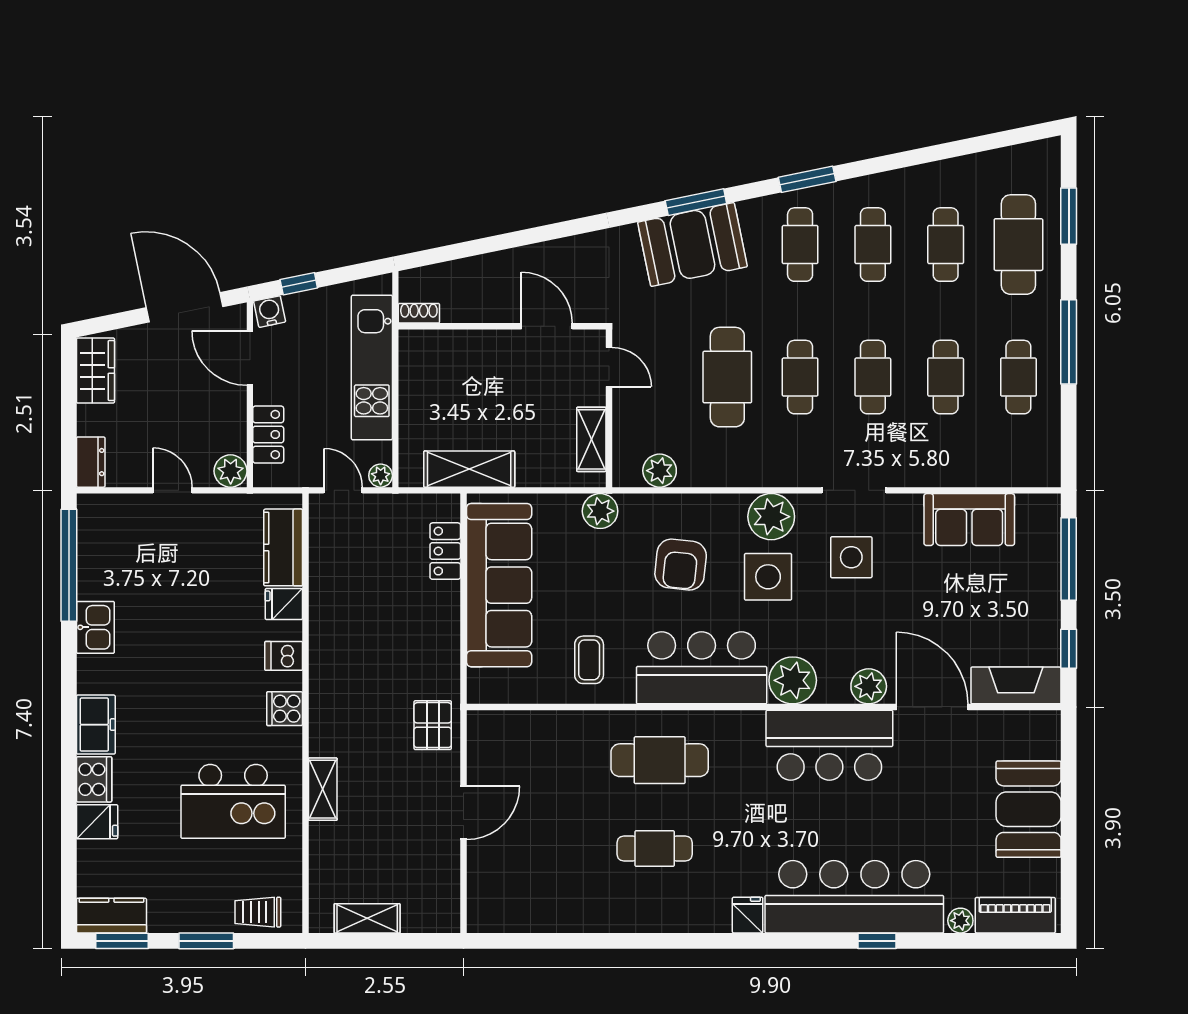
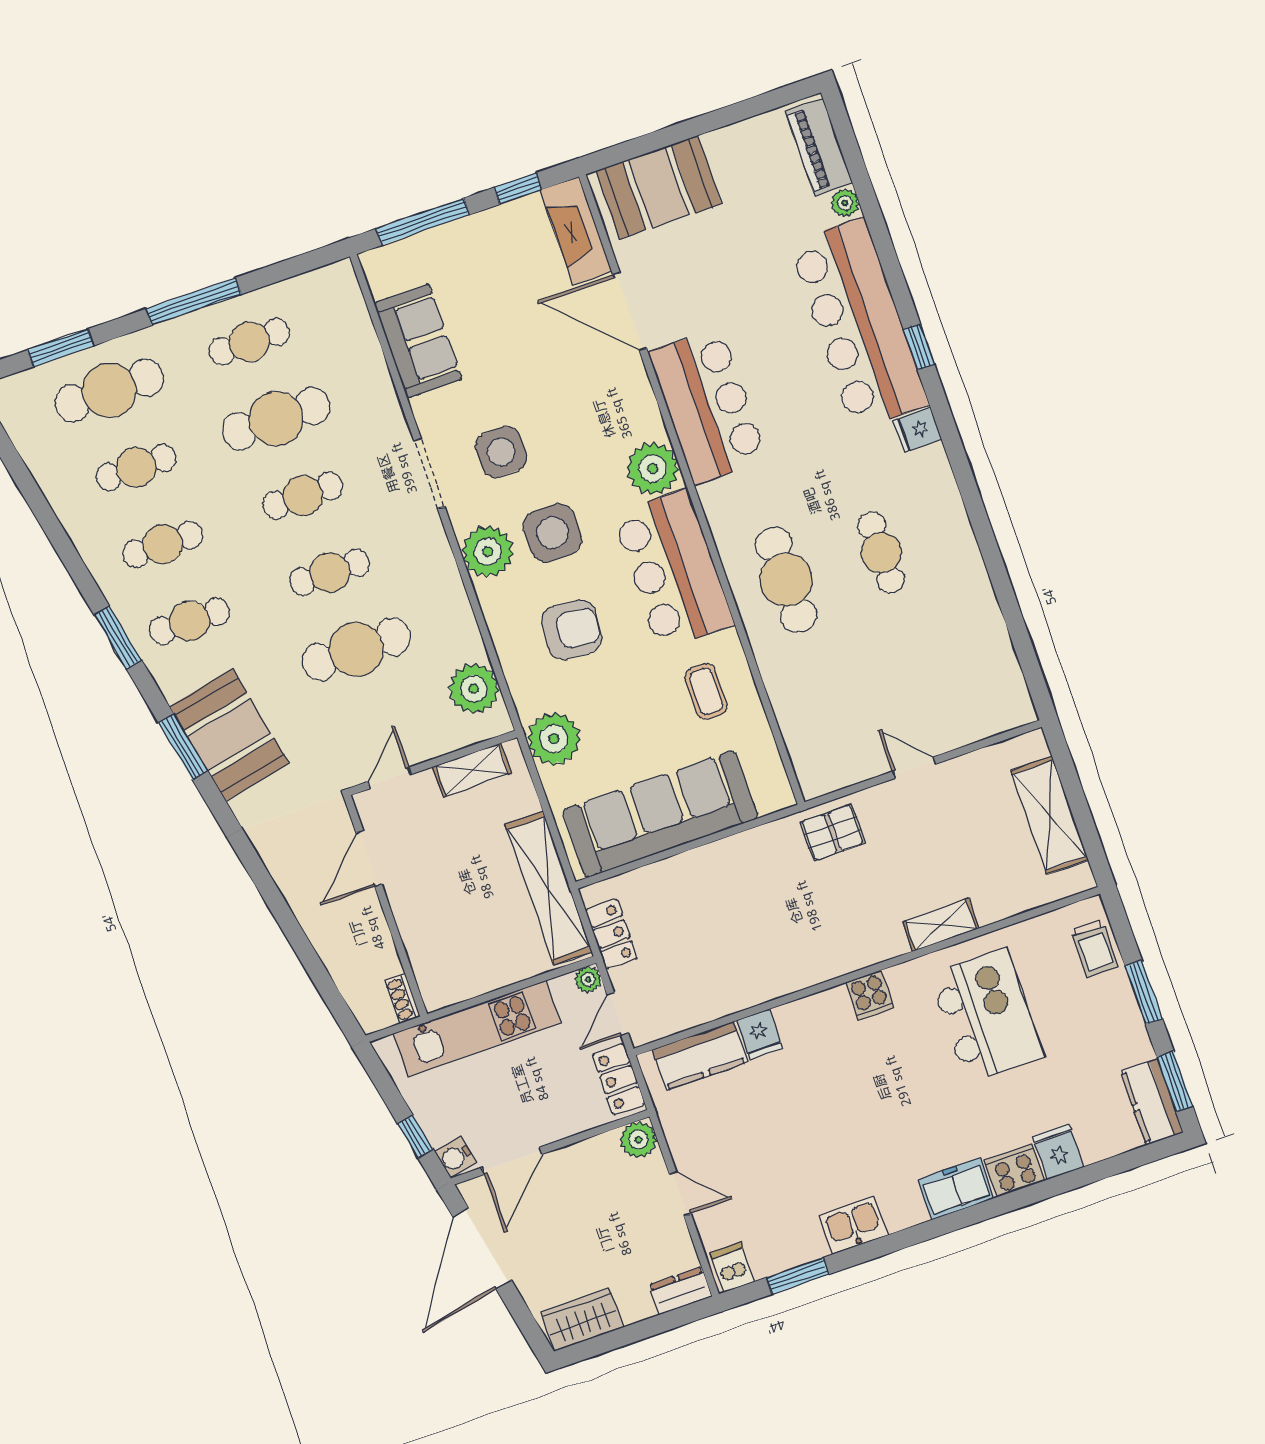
cafe table: (946, 377) -> (276, 419), width x1.37, depth x1.35
locker: (268, 435) -> (619, 1080), moved, turned -90
shelving: (469, 469) -> (549, 888), width x1.47
plant: (660, 471) -> (474, 689), width x1.36, depth x1.36
door: (173, 490) -> (680, 1194), swing flipped
plant: (600, 511) -> (554, 739), width x1.36, depth x1.36
locker: (445, 551) -> (611, 934), moved, turned -90
window: (69, 565) -> (798, 1276), width x0.47
dishwasher: (284, 656) -> (732, 1267), moved, turned 180
coffee table: (589, 660) -> (706, 691), turned 90
plant: (869, 686) -> (631, 386), removed
door: (932, 707) -> (630, 311), hinge flipped
booth: (1029, 809) -> (658, 187), moved
door: (463, 813) -> (914, 768), width x0.73
shelving: (367, 918) -> (1050, 815), width x1.50, depth x1.33
window: (877, 941) -> (919, 347), moved

